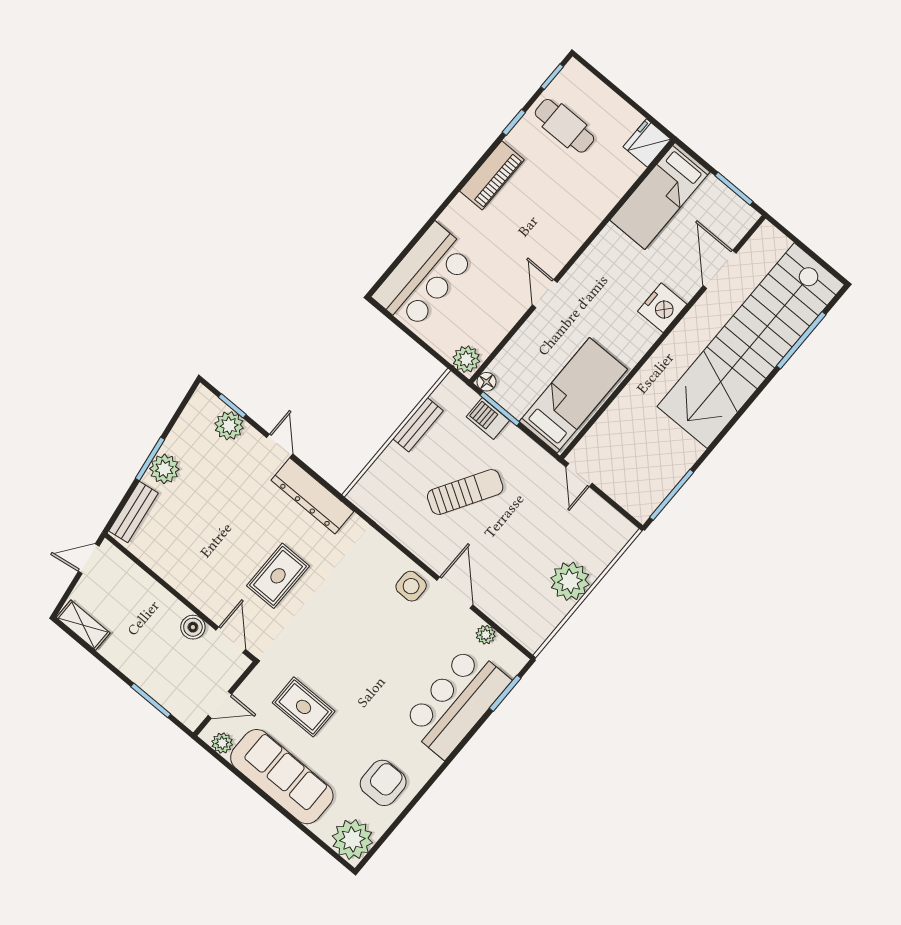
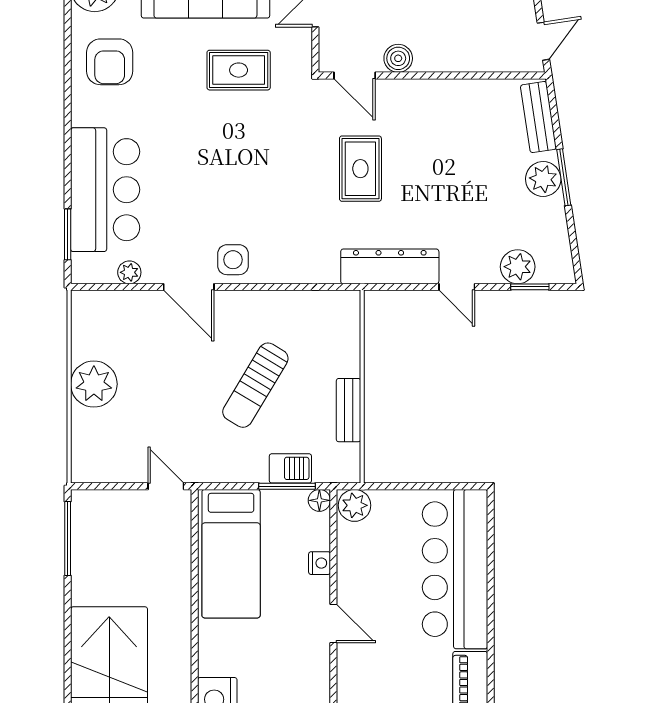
bar counter: (424, 276) -> (455, 569), width x1.36
nightstand: (521, 341) -> (320, 563), added

